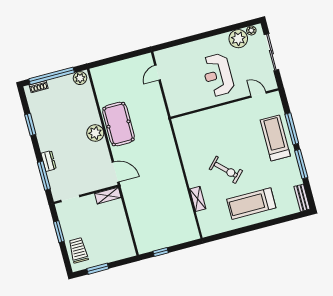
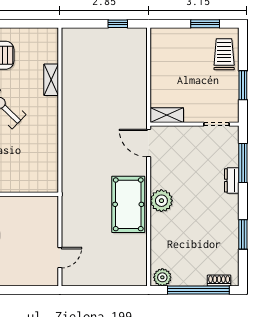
trolley: (78, 250) -> (224, 54), turned 180

